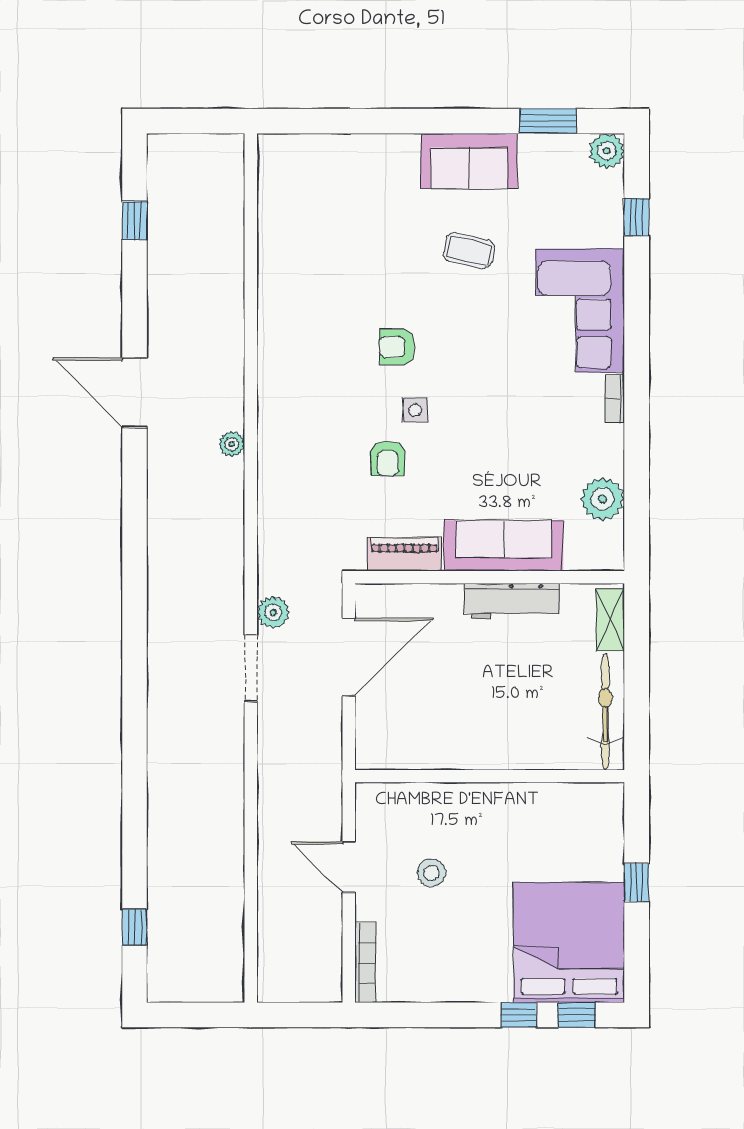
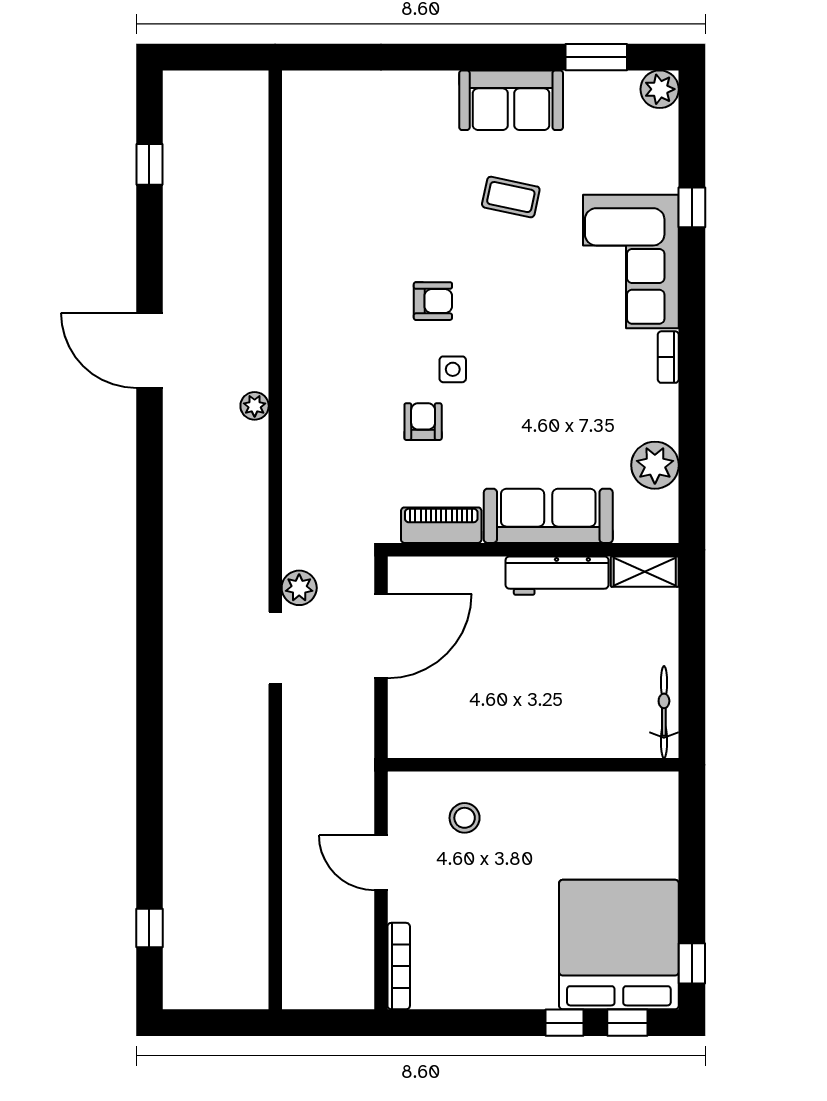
window: (637, 217) -> (692, 207), moved
armchair: (397, 347) -> (433, 301), turned 180
armchair: (388, 459) -> (423, 422), turned 180
shelving: (610, 620) -> (645, 572), moved, turned 90
bicycle: (605, 712) -> (664, 712), width x0.73, depth x0.71
stool: (432, 873) -> (465, 818), moved
window: (637, 882) -> (692, 963), moved

